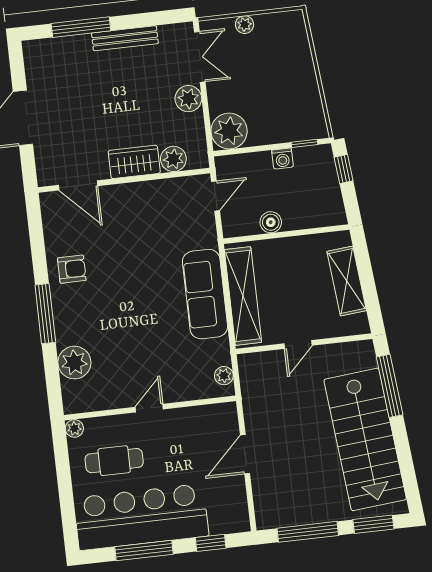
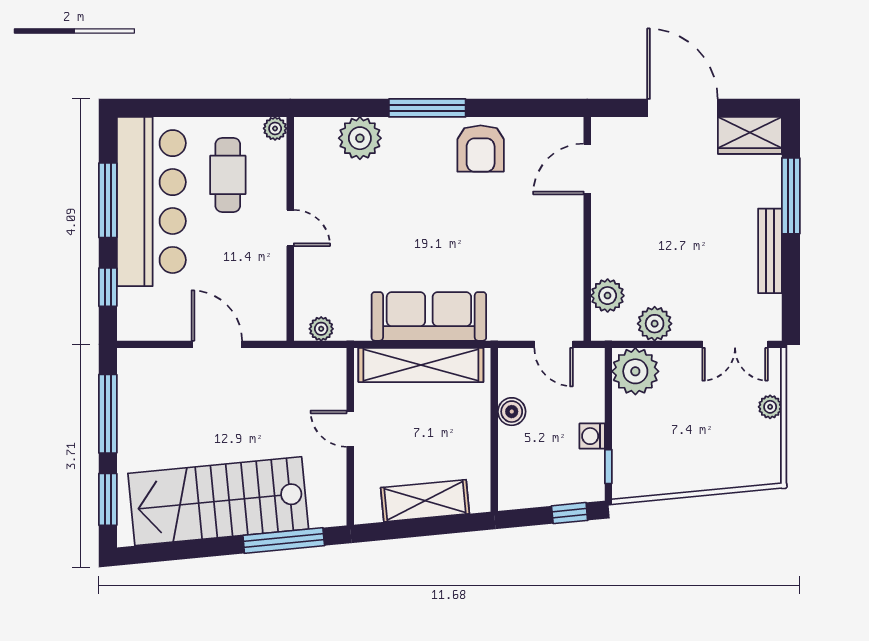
plant: (188, 99) -> (655, 324), moved
wardrobe: (134, 162) -> (750, 135), moved, turned 90
armchair: (72, 269) -> (481, 148), width x1.38, depth x1.38

